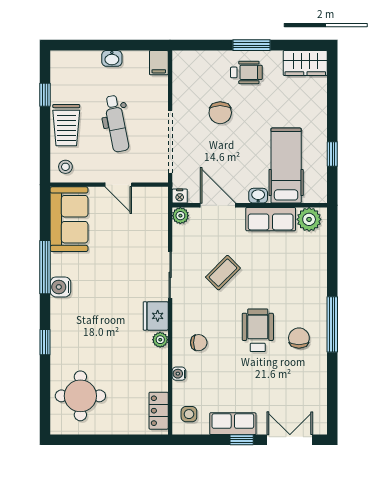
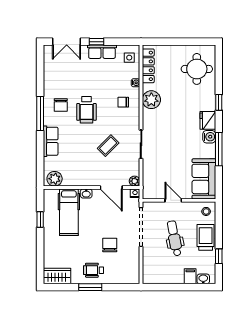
washbasin: (112, 58) -> (203, 279), moved
filing cabinet: (159, 63) -> (190, 276), moved
row of seats: (271, 219) -> (51, 141), moved, turned 90
fridge: (156, 316) -> (208, 120), moved, turned 180
plant: (160, 340) -> (151, 100), width x1.88, depth x1.88
locker: (159, 411) -> (148, 66), width x1.53

